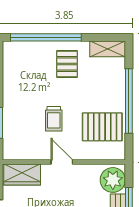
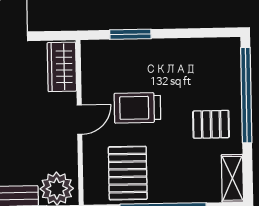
trolley: (54, 119) -> (137, 108), width x1.36, depth x1.39

